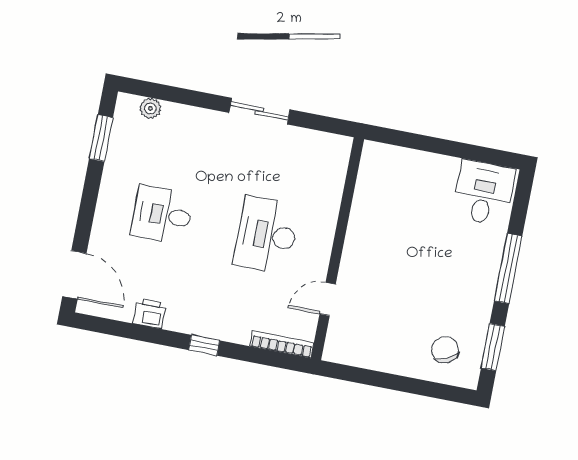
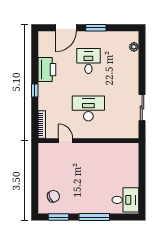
sliding door: (259, 111) -> (142, 108), moved
window: (101, 138) -> (96, 28), moved
door: (74, 275) -> (66, 28), moved
printer: (150, 313) -> (47, 70), width x1.87, depth x1.48

